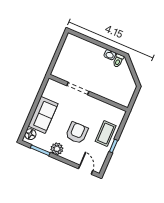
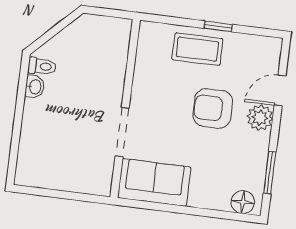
sofa: (43, 115) -> (154, 182), moved
plant: (57, 149) -> (260, 118), moved
door: (86, 170) -> (280, 90), moved

